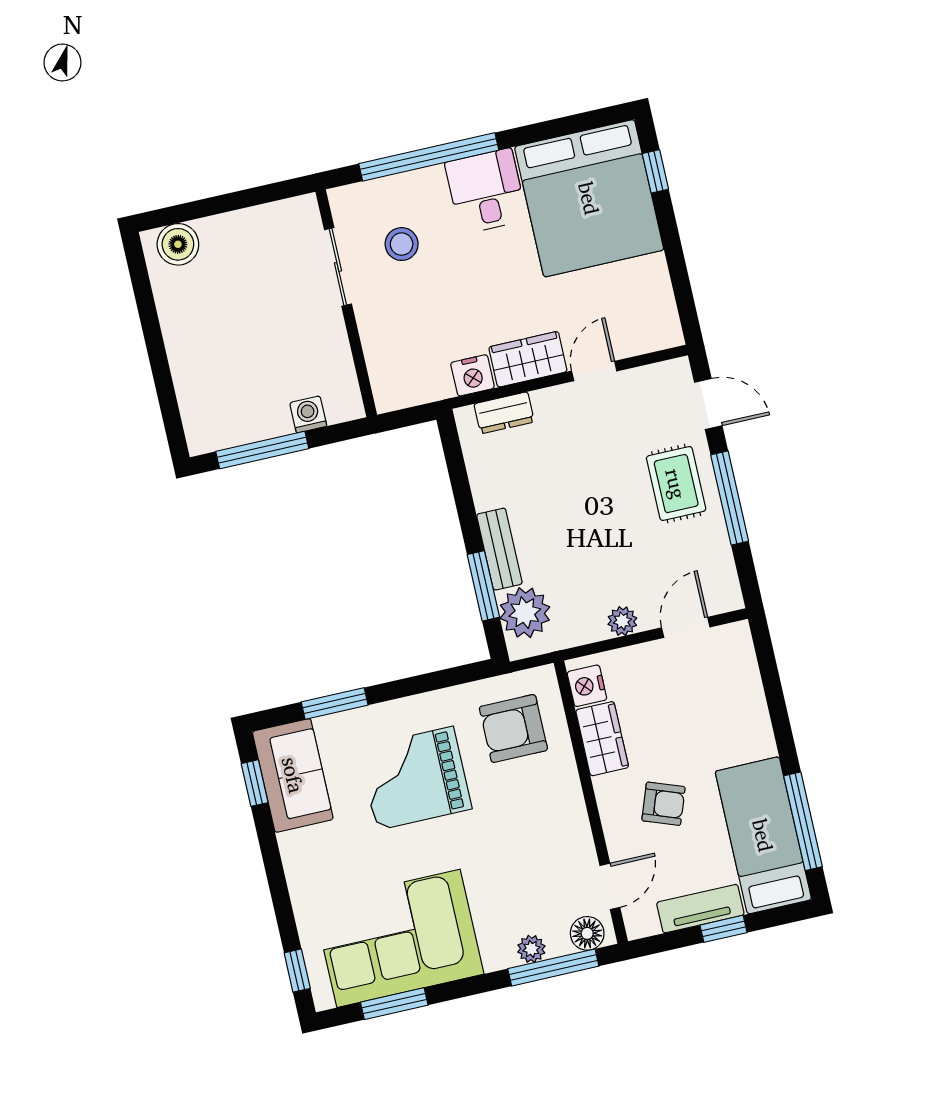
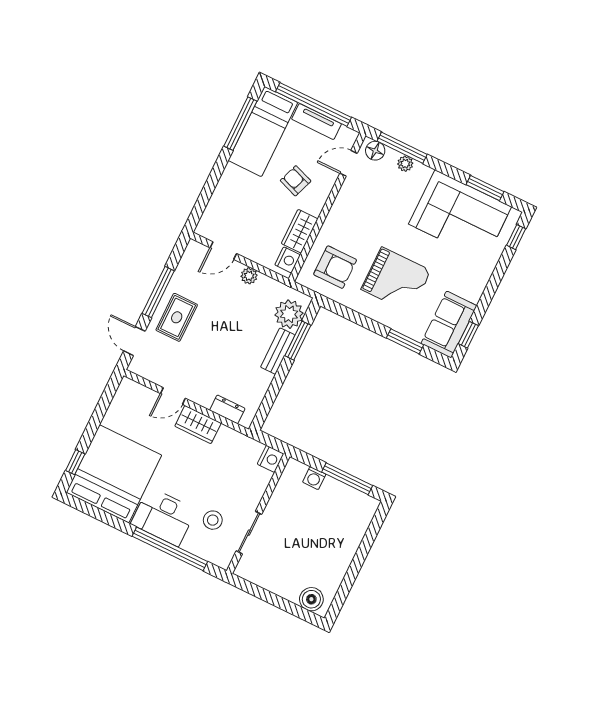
desk: (486, 191) -> (163, 517), width x1.37
nightstand: (473, 375) -> (271, 459), moved, turned 90
window: (723, 929) -> (314, 104), width x3.17

